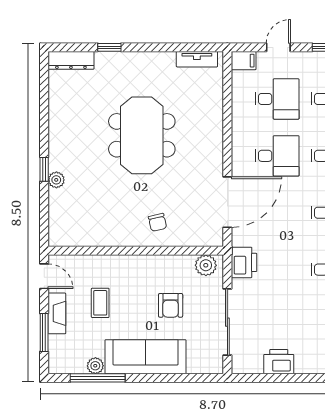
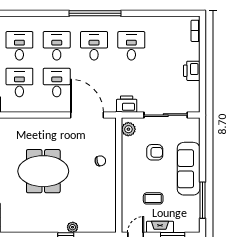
printer: (279, 362) -> (192, 71), moved
plant: (95, 366) -> (194, 202), removed

